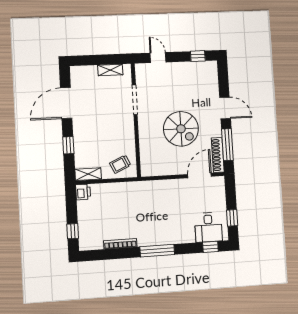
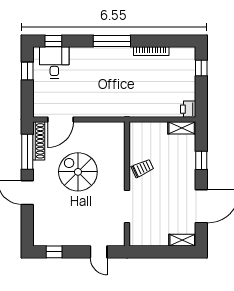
shelving: (110, 70) -> (182, 240), moved
trolley: (120, 164) -> (142, 168), moved

